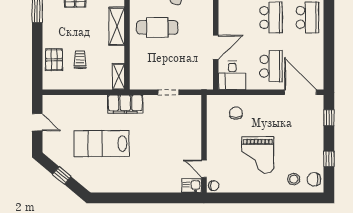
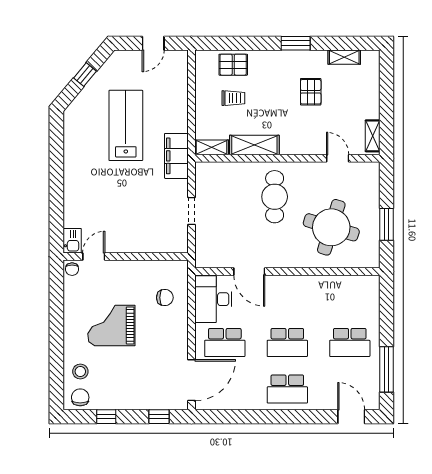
shelving: (117, 26) -> (254, 145), moved
desk: (232, 75) -> (213, 299), width x1.37

